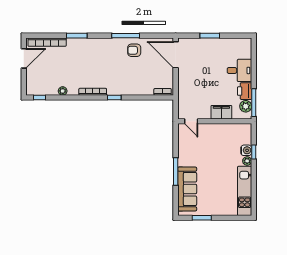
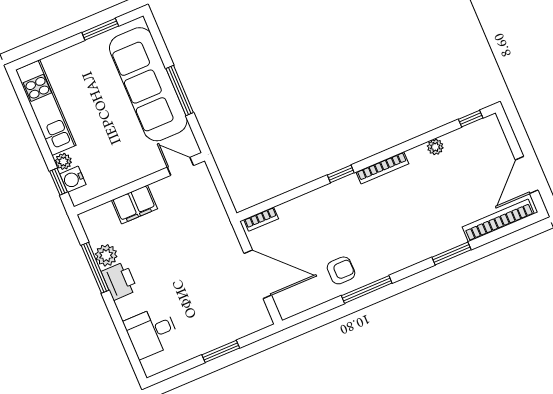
door: (176, 55) -> (258, 274), moved
desk: (239, 70) -> (152, 332), moved
filing cabinet: (221, 112) -> (134, 204), moved
door: (191, 121) -> (180, 166), moved
wall: (215, 121) -> (139, 184), moved
sofa: (187, 189) -> (148, 84), width x1.36, depth x1.27

